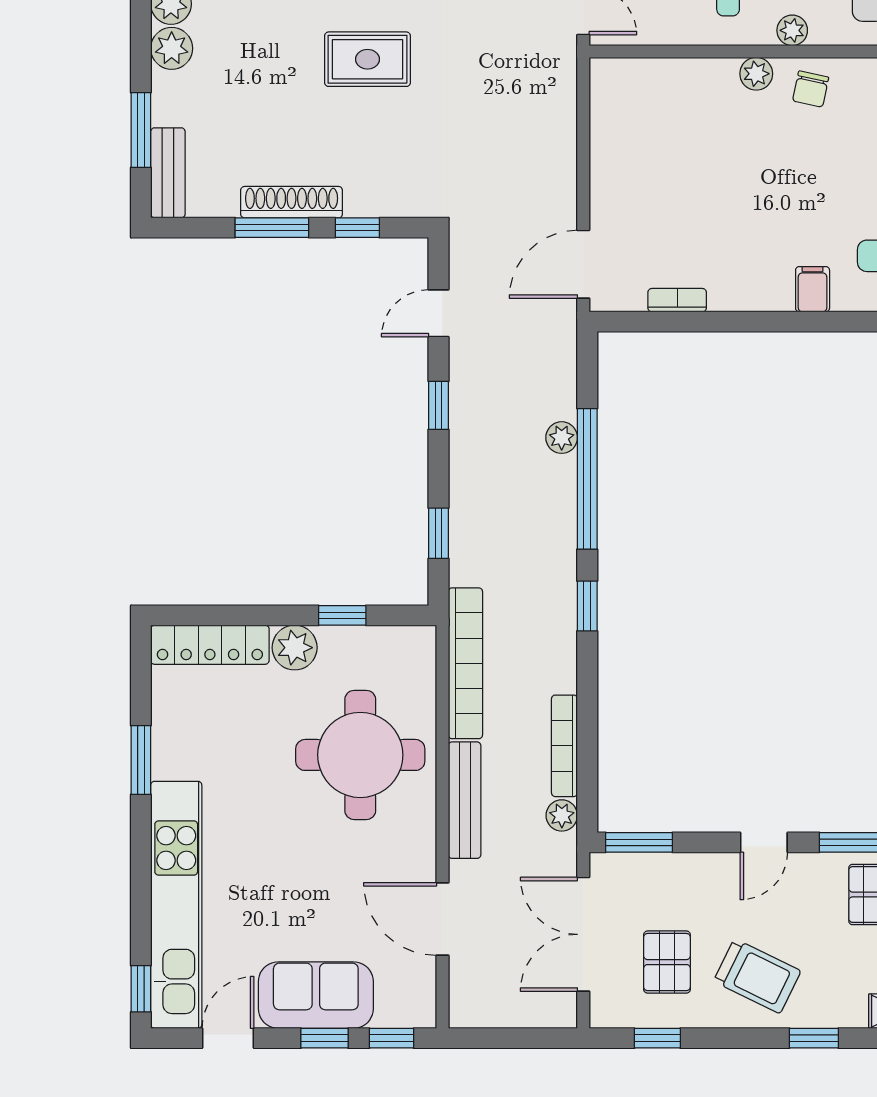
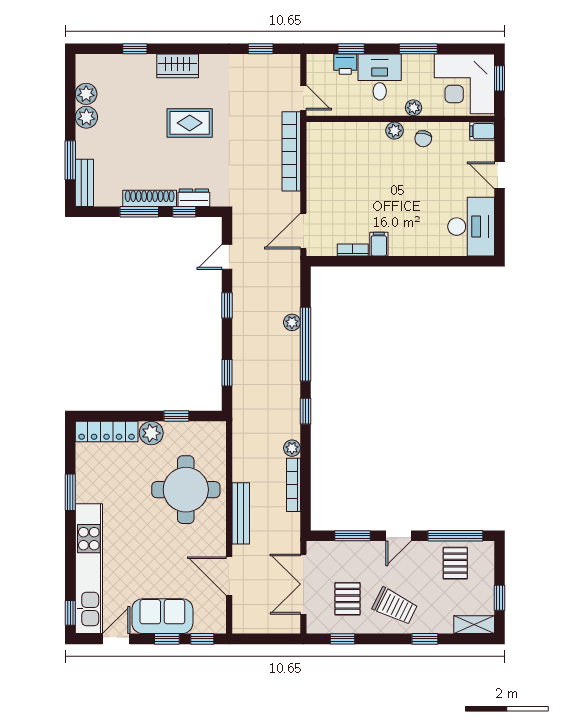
dresser: (375, 201) -> (194, 198), added
filing cabinet: (813, 289) -> (379, 244), moved
bookcase: (465, 663) -> (291, 151), moved, turned 180
plant: (562, 815) -> (292, 448), moved
window: (639, 842) -> (352, 536), moved

